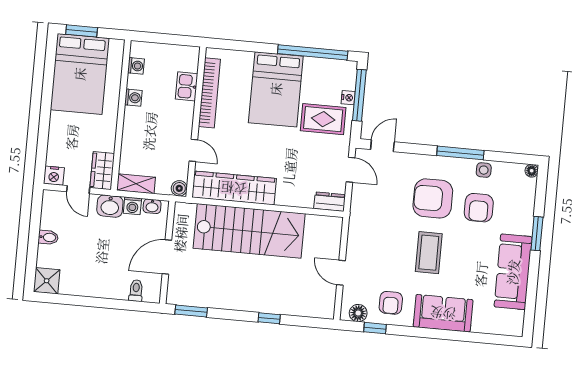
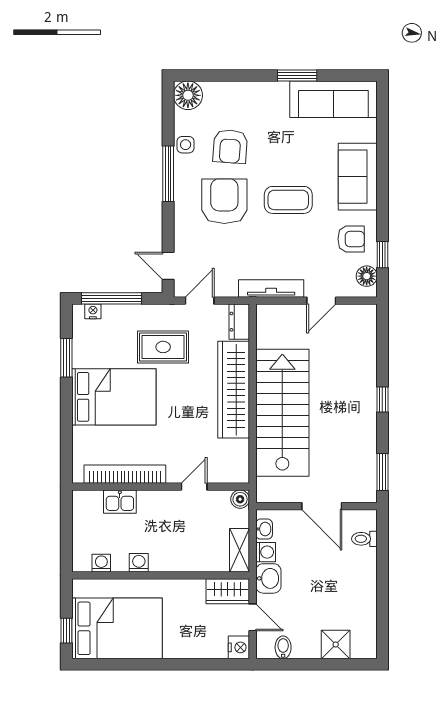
window: (82, 31) -> (66, 631), width x0.67
window: (313, 52) -> (66, 358), width x0.47
nightstand: (348, 98) -> (93, 311), moved
rug: (323, 119) -> (163, 347), moved, turned 90
floor lamp: (532, 171) -> (188, 95), width x1.89, depth x1.89
wardrobe: (234, 188) -> (234, 390), moved
door: (78, 190) -> (253, 617), hinge flipped
armchair: (433, 198) -> (224, 201), turned 180
armchair: (479, 208) -> (230, 146), turned 94
tv unit: (355, 231) -> (271, 288), added
window: (537, 234) -> (297, 75), moved
bidet: (48, 237) -> (283, 647), moved
sofa: (513, 272) -> (333, 99), moved
shower: (47, 281) -> (336, 644), moved
window: (269, 318) -> (382, 400), moved

